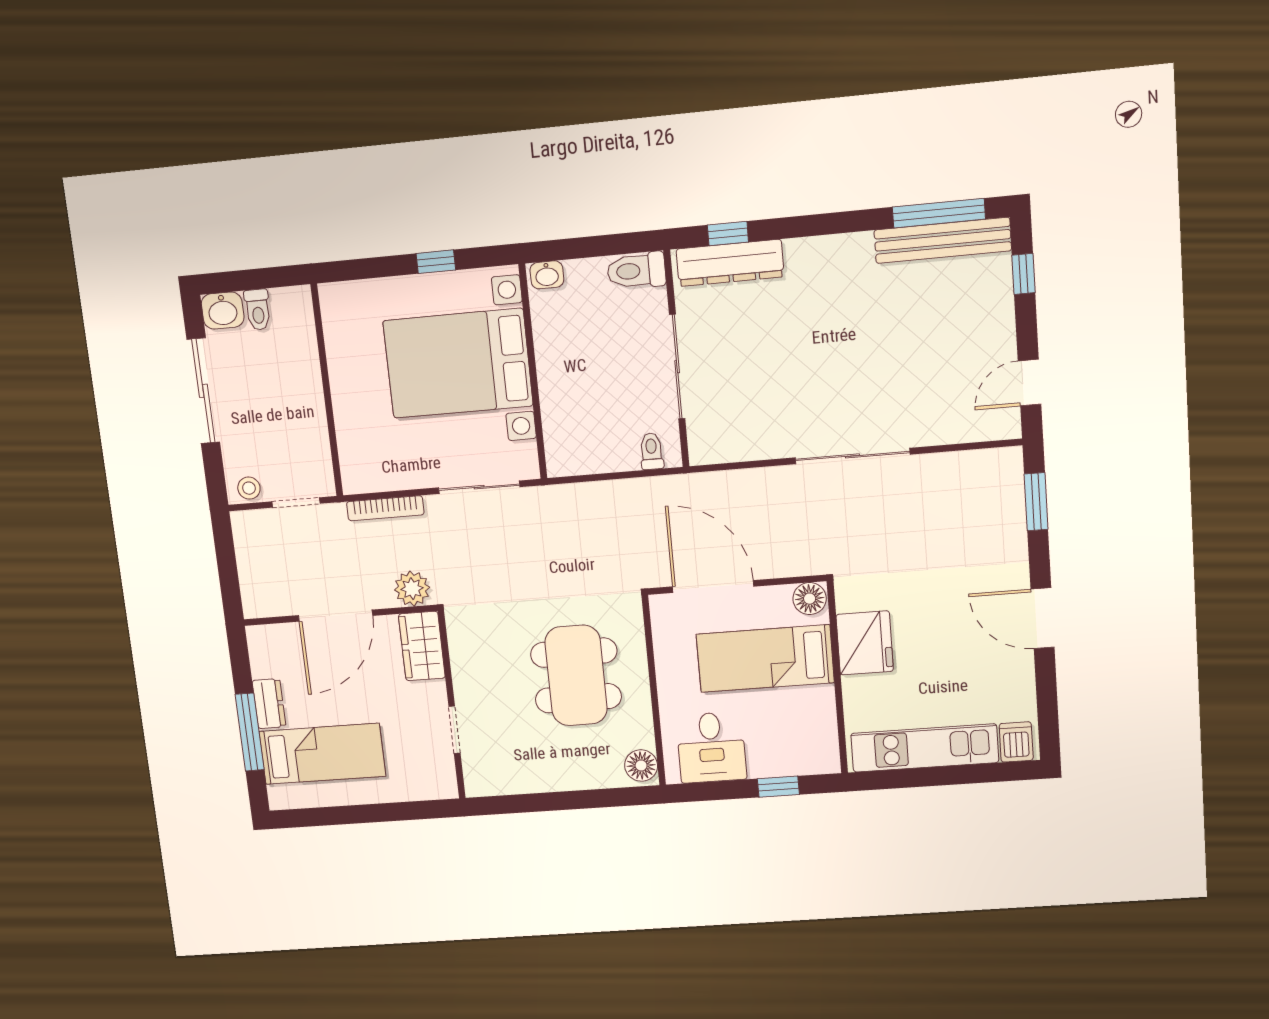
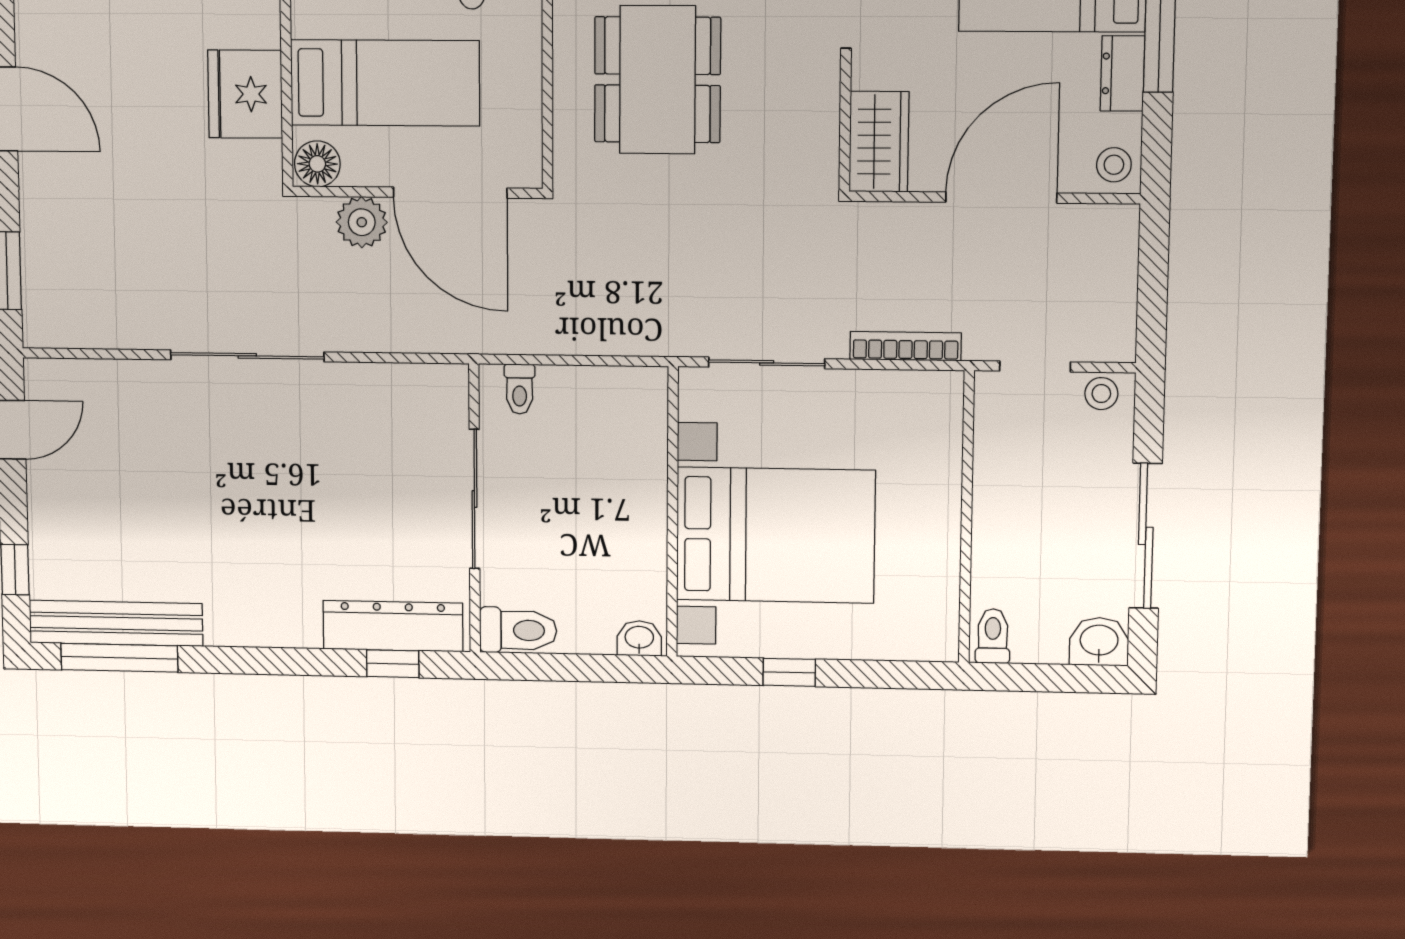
toilet: (258, 310) -> (993, 636), moved
plant: (412, 589) -> (362, 222), moved
stool: (265, 644) -> (1114, 165), added

